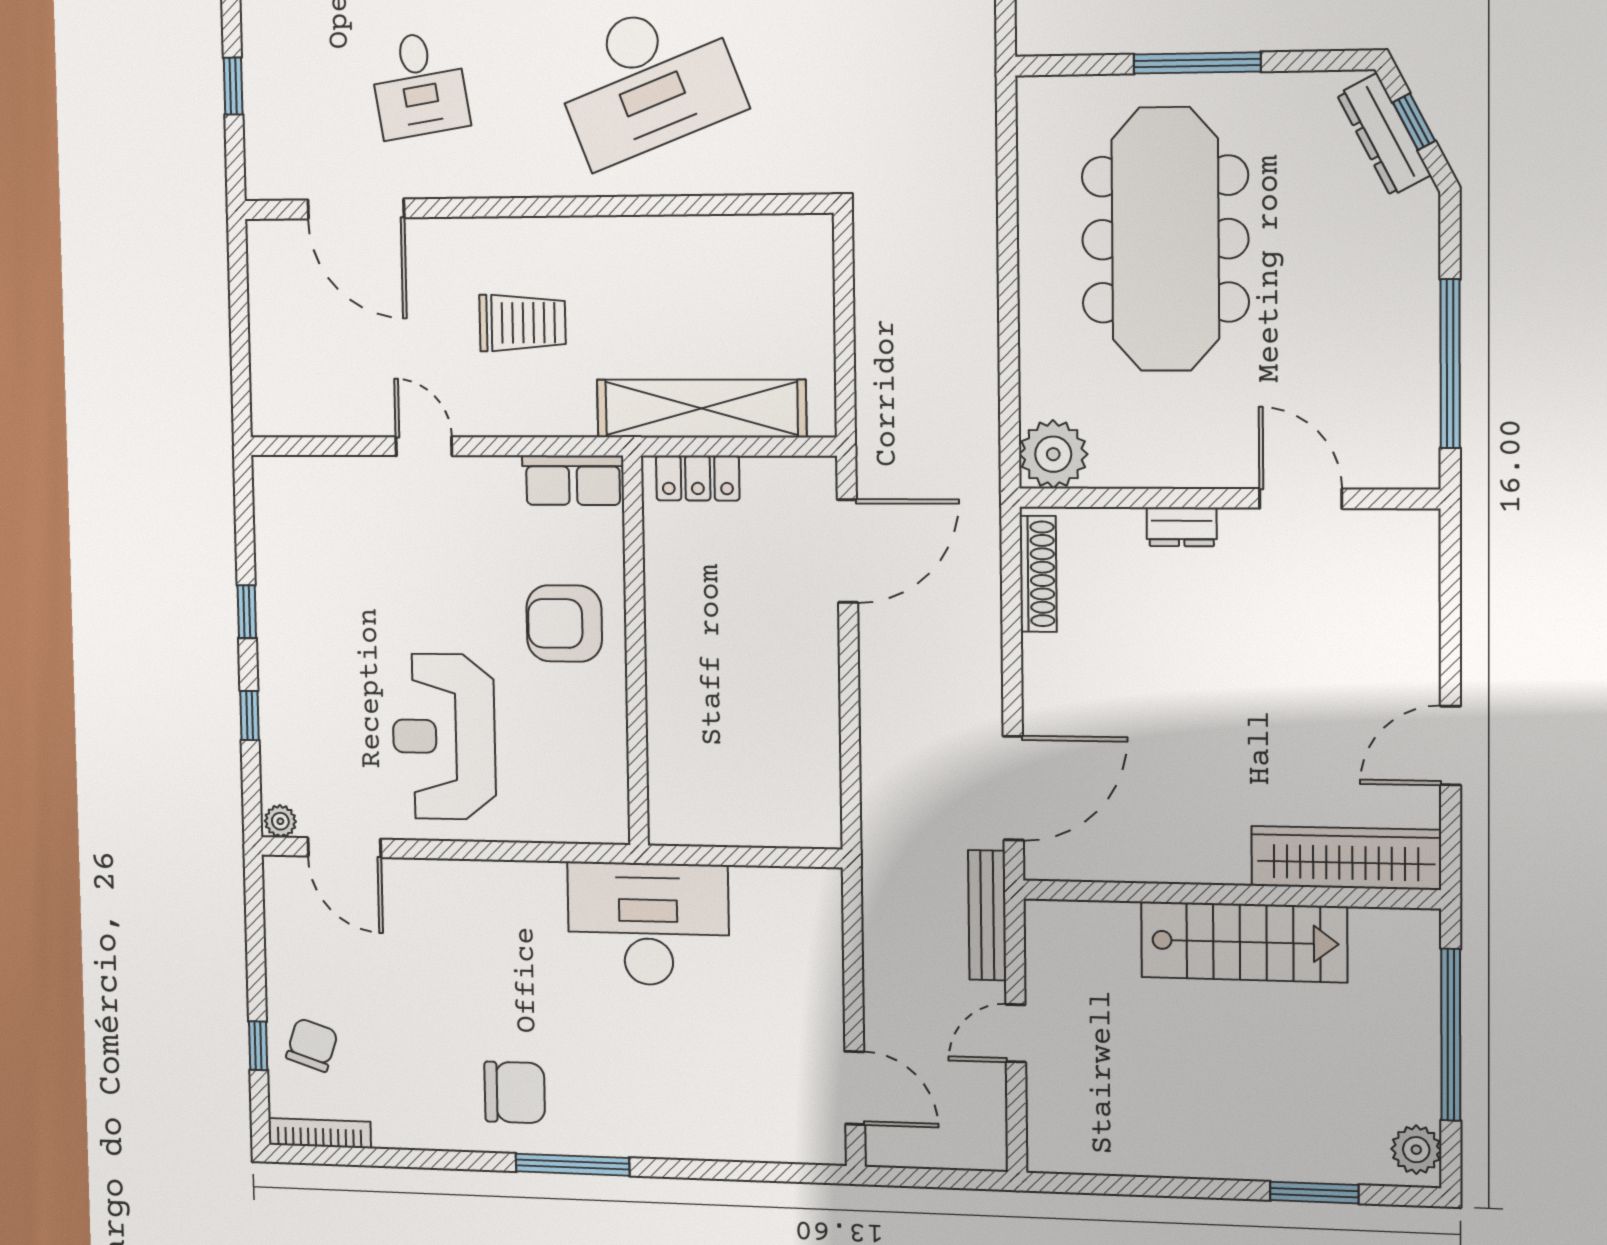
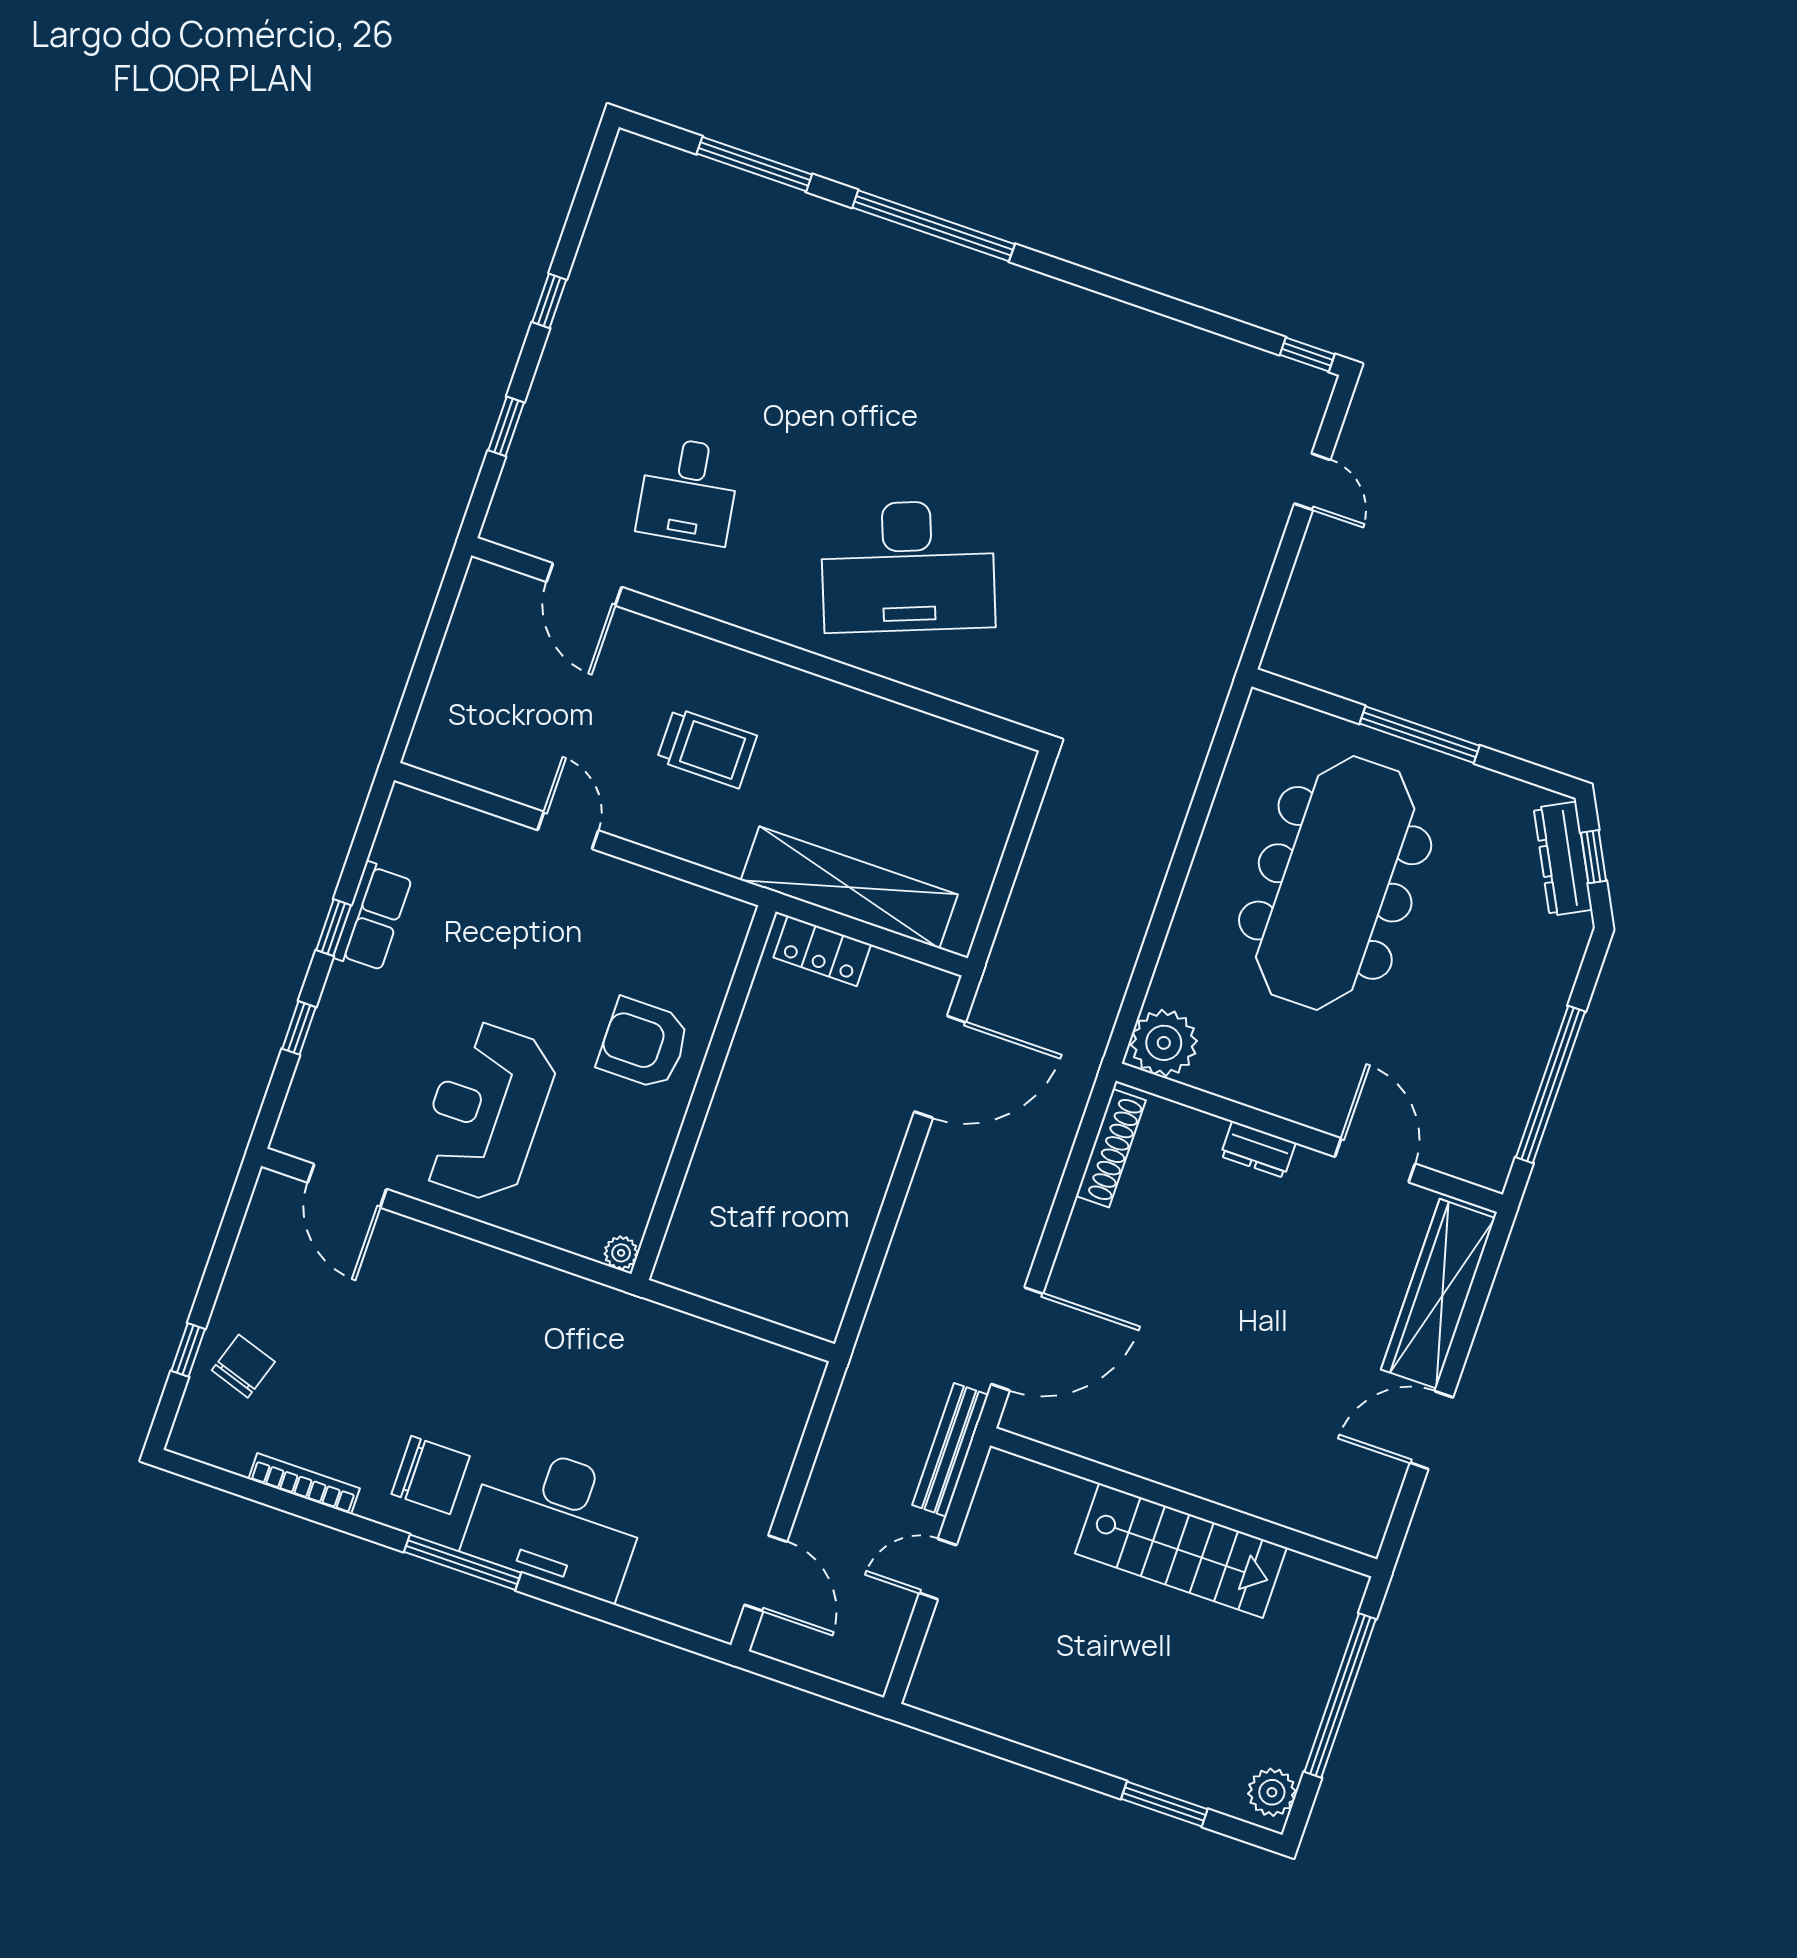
door: (356, 209) -> (584, 584), width x0.73
row of seats: (573, 480) -> (373, 917), moved, turned -90
plant: (280, 821) -> (621, 1253), moved
wardrobe: (1346, 858) -> (1438, 1294), moved, turned -90
desk: (648, 924) -> (557, 1520), moved, turned 180
bookcase: (320, 1133) -> (304, 1484), moved

